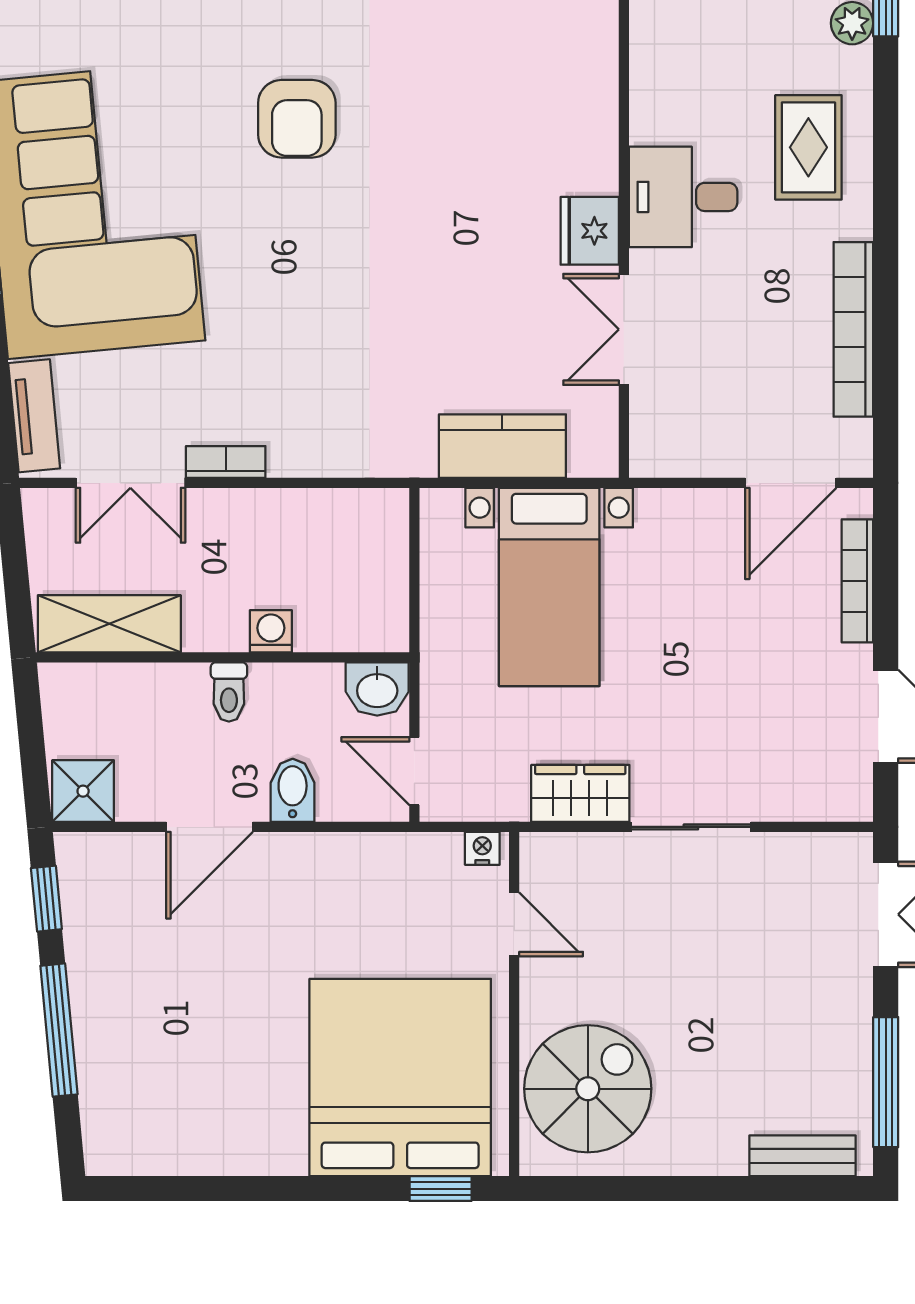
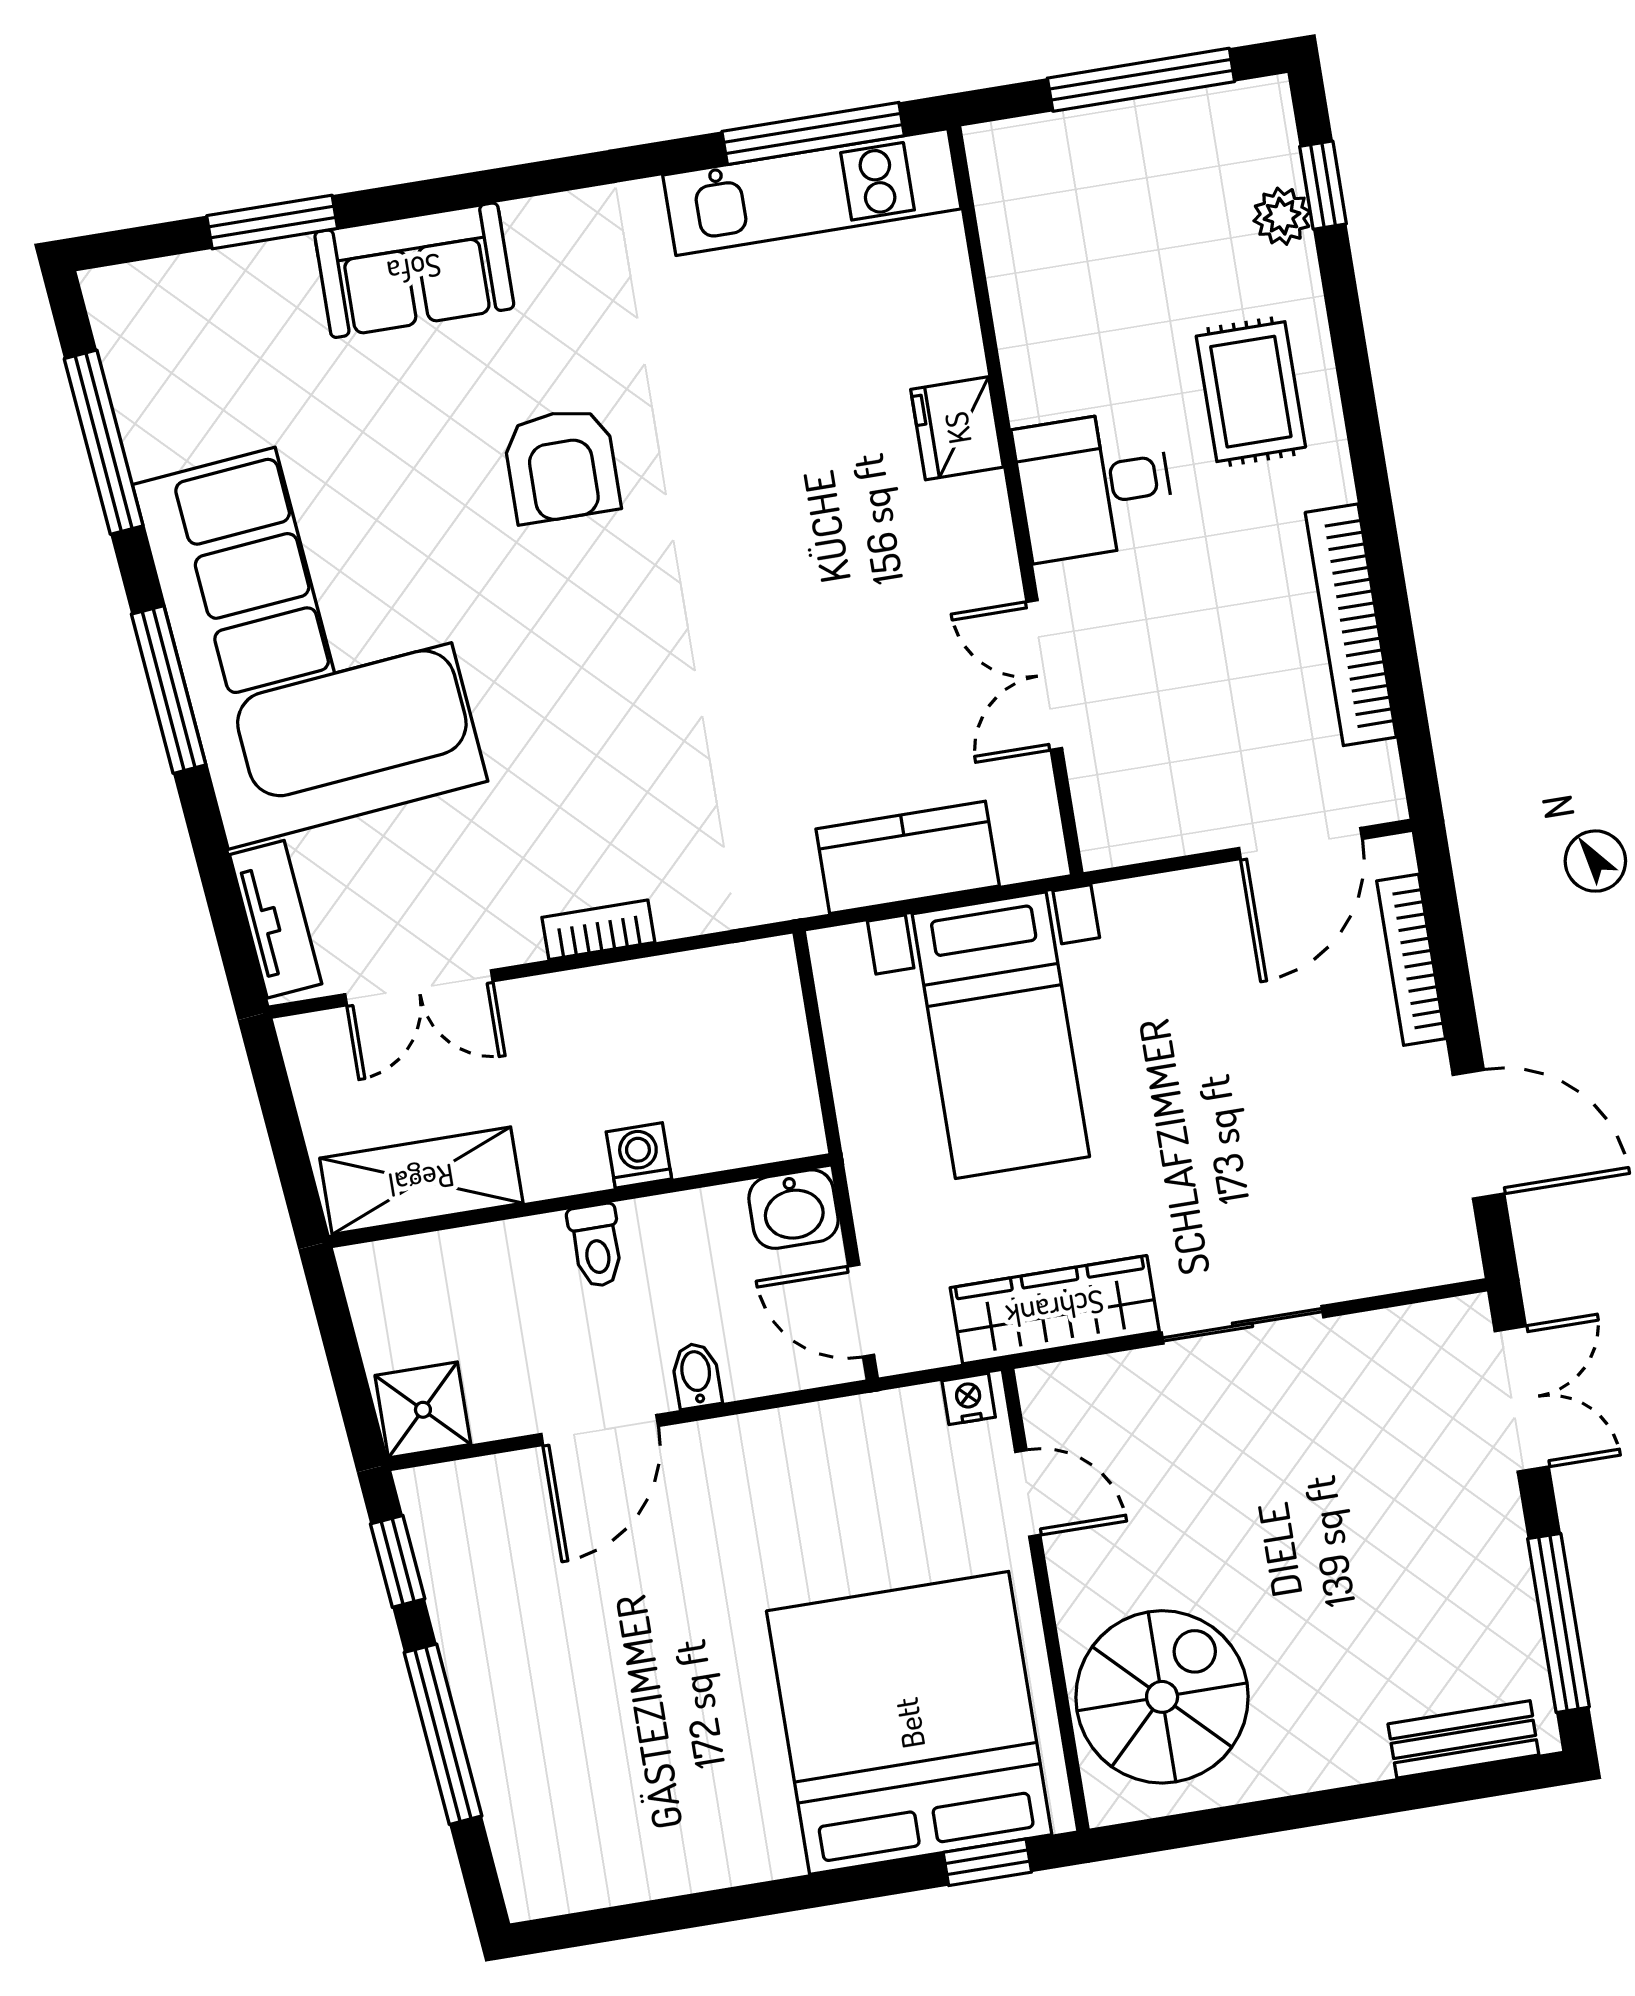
fridge: (590, 231) -> (957, 428), moved
bookcase: (226, 462) -> (598, 930), moved
bidet: (293, 790) -> (696, 1375), width x0.72, depth x0.74
wardrobe: (580, 793) -> (1055, 1310), width x1.50

